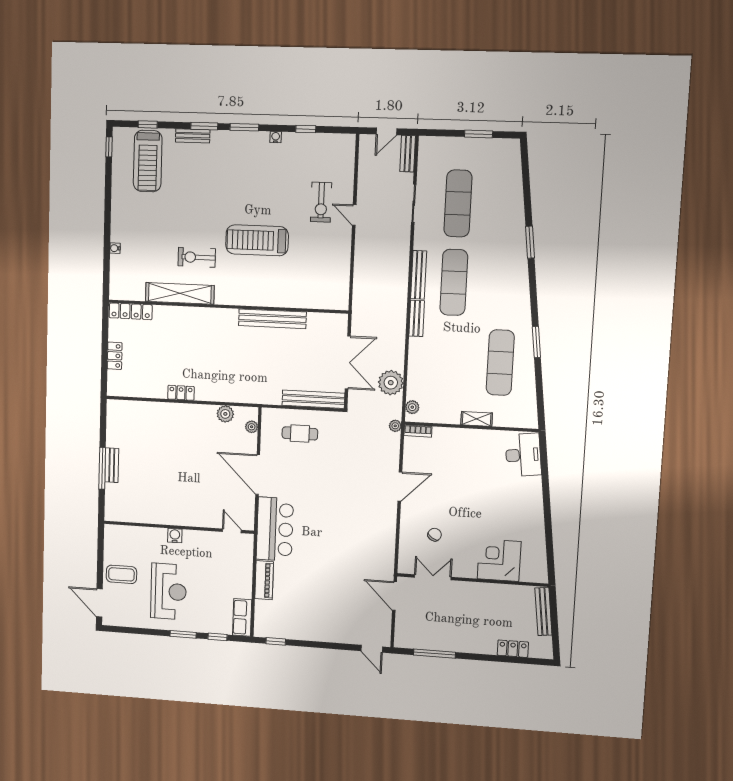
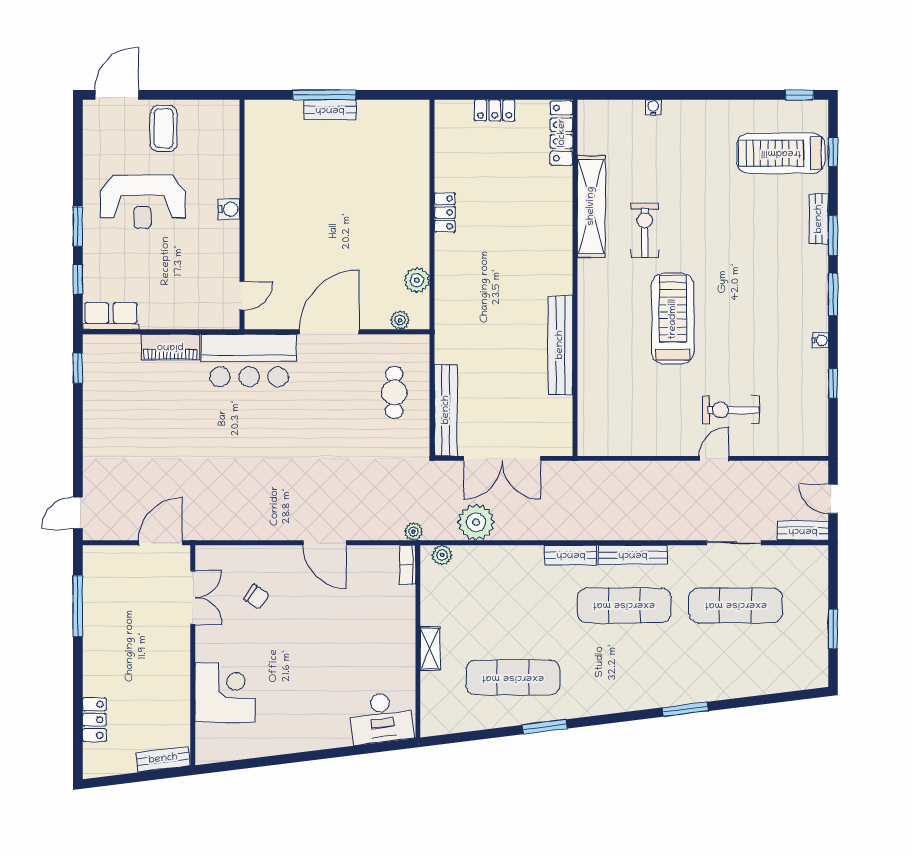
bench: (543, 611) -> (163, 759), width x0.73

